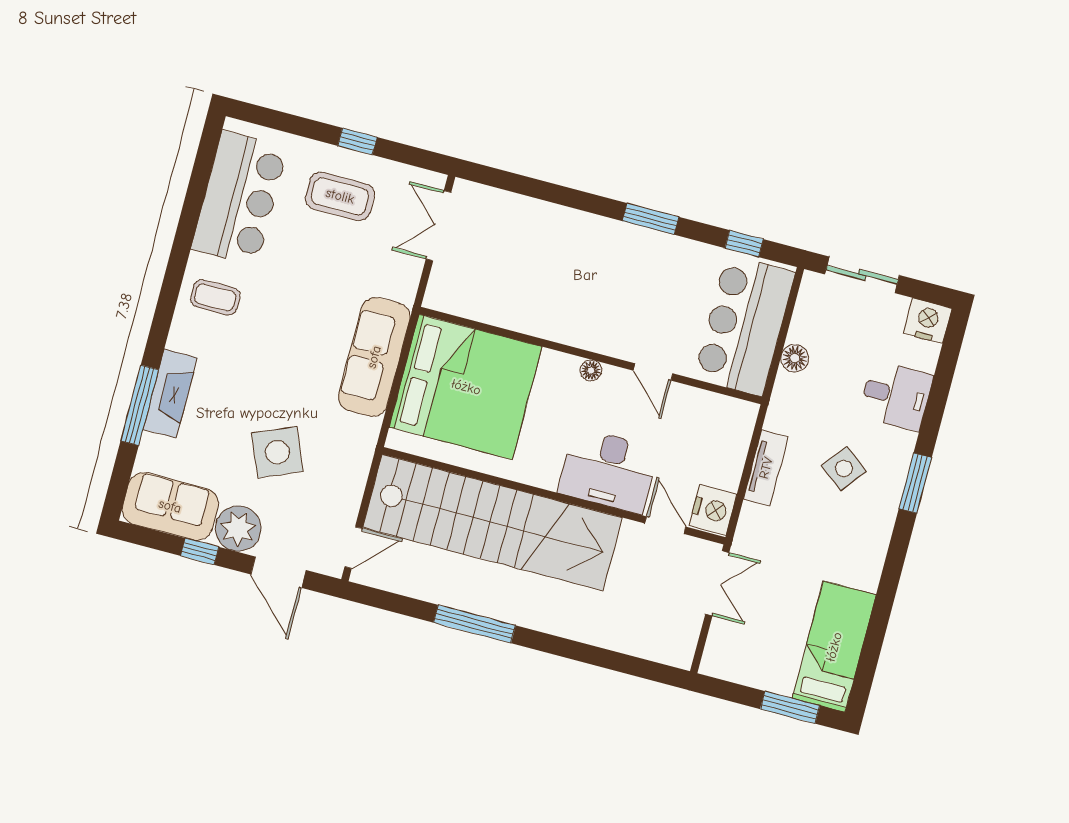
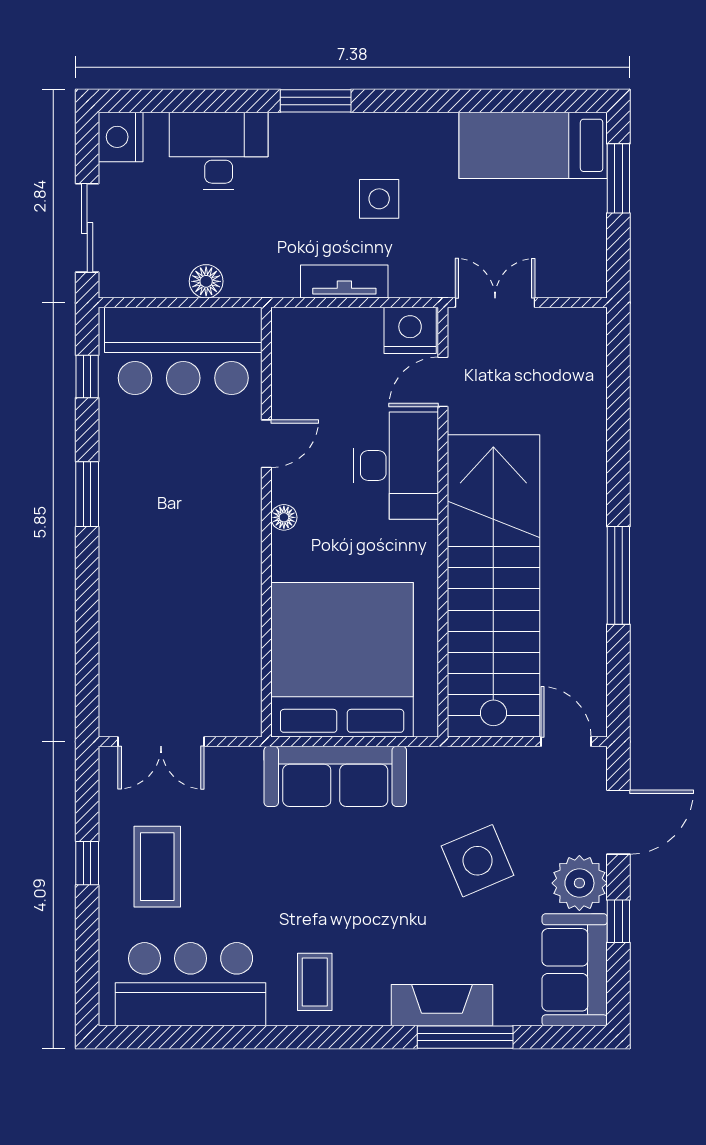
desk: (896, 396) -> (219, 151), width x1.37
side table: (844, 469) -> (379, 199), moved, turned -38

